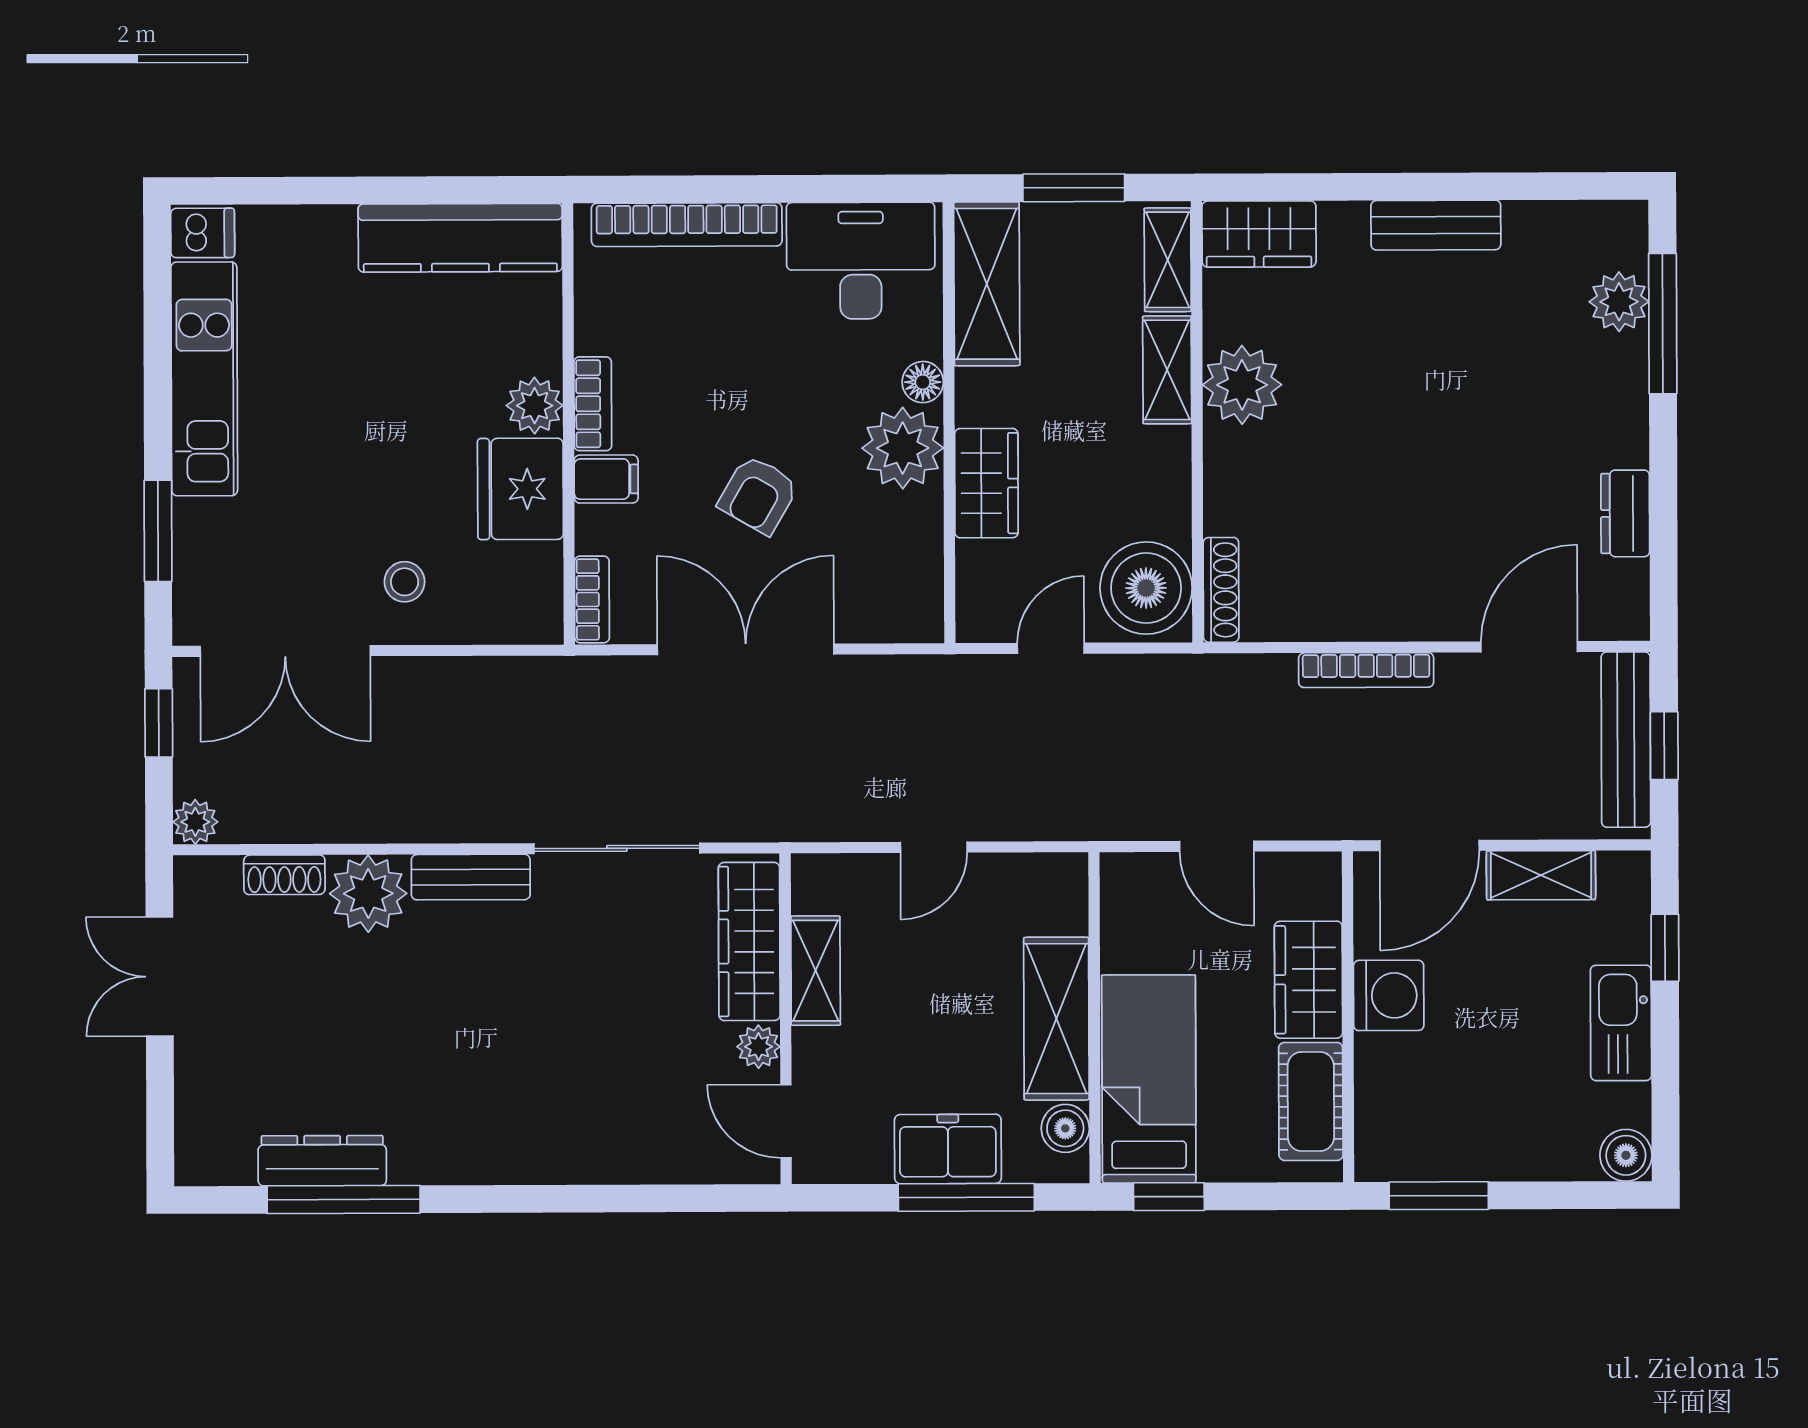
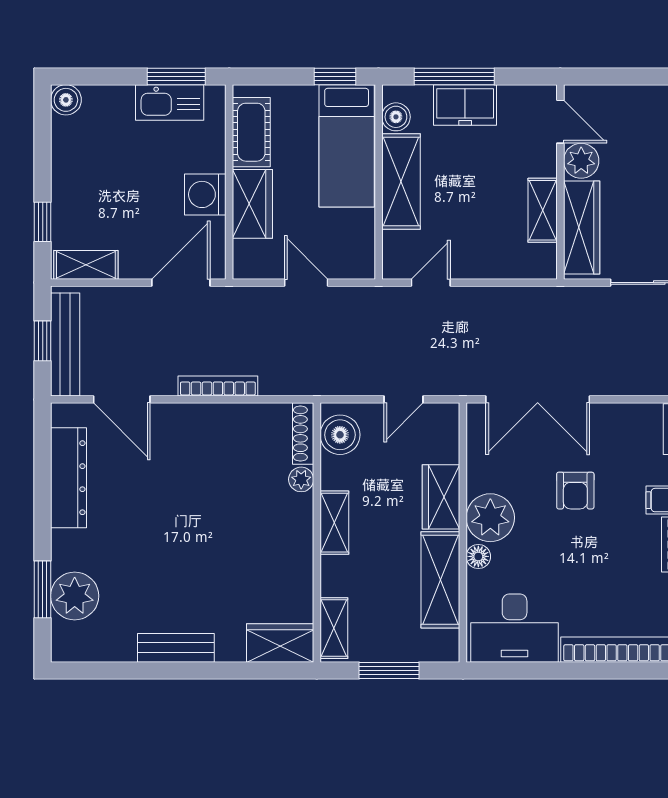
shelving: (987, 284) -> (440, 580), moved
plant: (1619, 302) -> (75, 596), width x1.36, depth x1.36
window: (1663, 324) -> (43, 589), width x0.69
shelving: (1167, 370) -> (334, 523), moved
plant: (1242, 385) -> (301, 479), moved, width x0.53, depth x0.53
armchair: (758, 495) -> (575, 491), turned 150
dresser: (1625, 513) -> (68, 478), width x1.96, depth x1.24
boiler: (1146, 588) -> (340, 435), width x0.73, depth x0.73
door: (1529, 647) -> (122, 399), hinge flipped
double door: (746, 649) -> (538, 399), moved
door: (934, 847) -> (431, 283), moved
shelving: (1541, 875) -> (86, 265), moved
kitchen sink: (1621, 1023) -> (170, 102), moved, turned 90
plant: (758, 1047) -> (581, 161), width x1.38, depth x1.38

